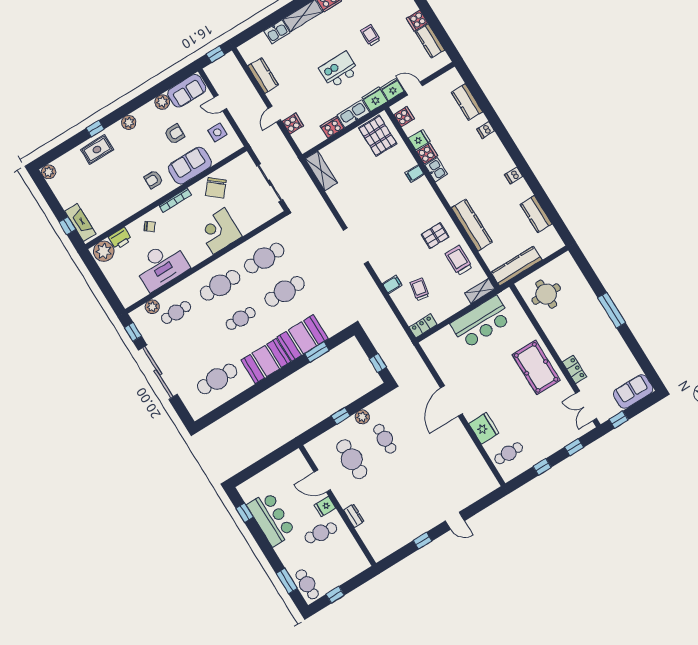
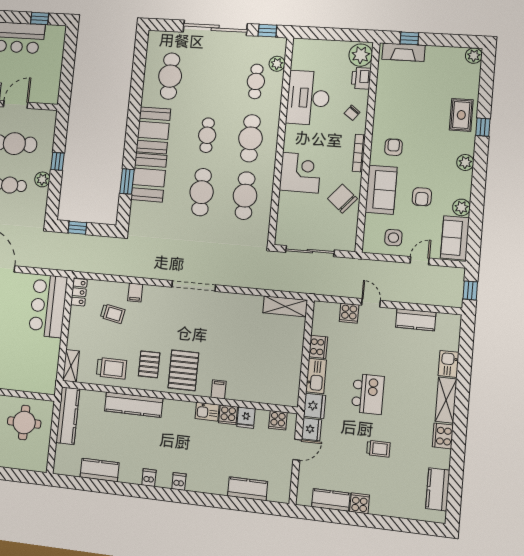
dishwasher: (486, 130) -> (179, 481), moved
pallet: (378, 136) -> (183, 370), moved, turned 90
bar counter: (481, 322) -> (48, 306), moved

